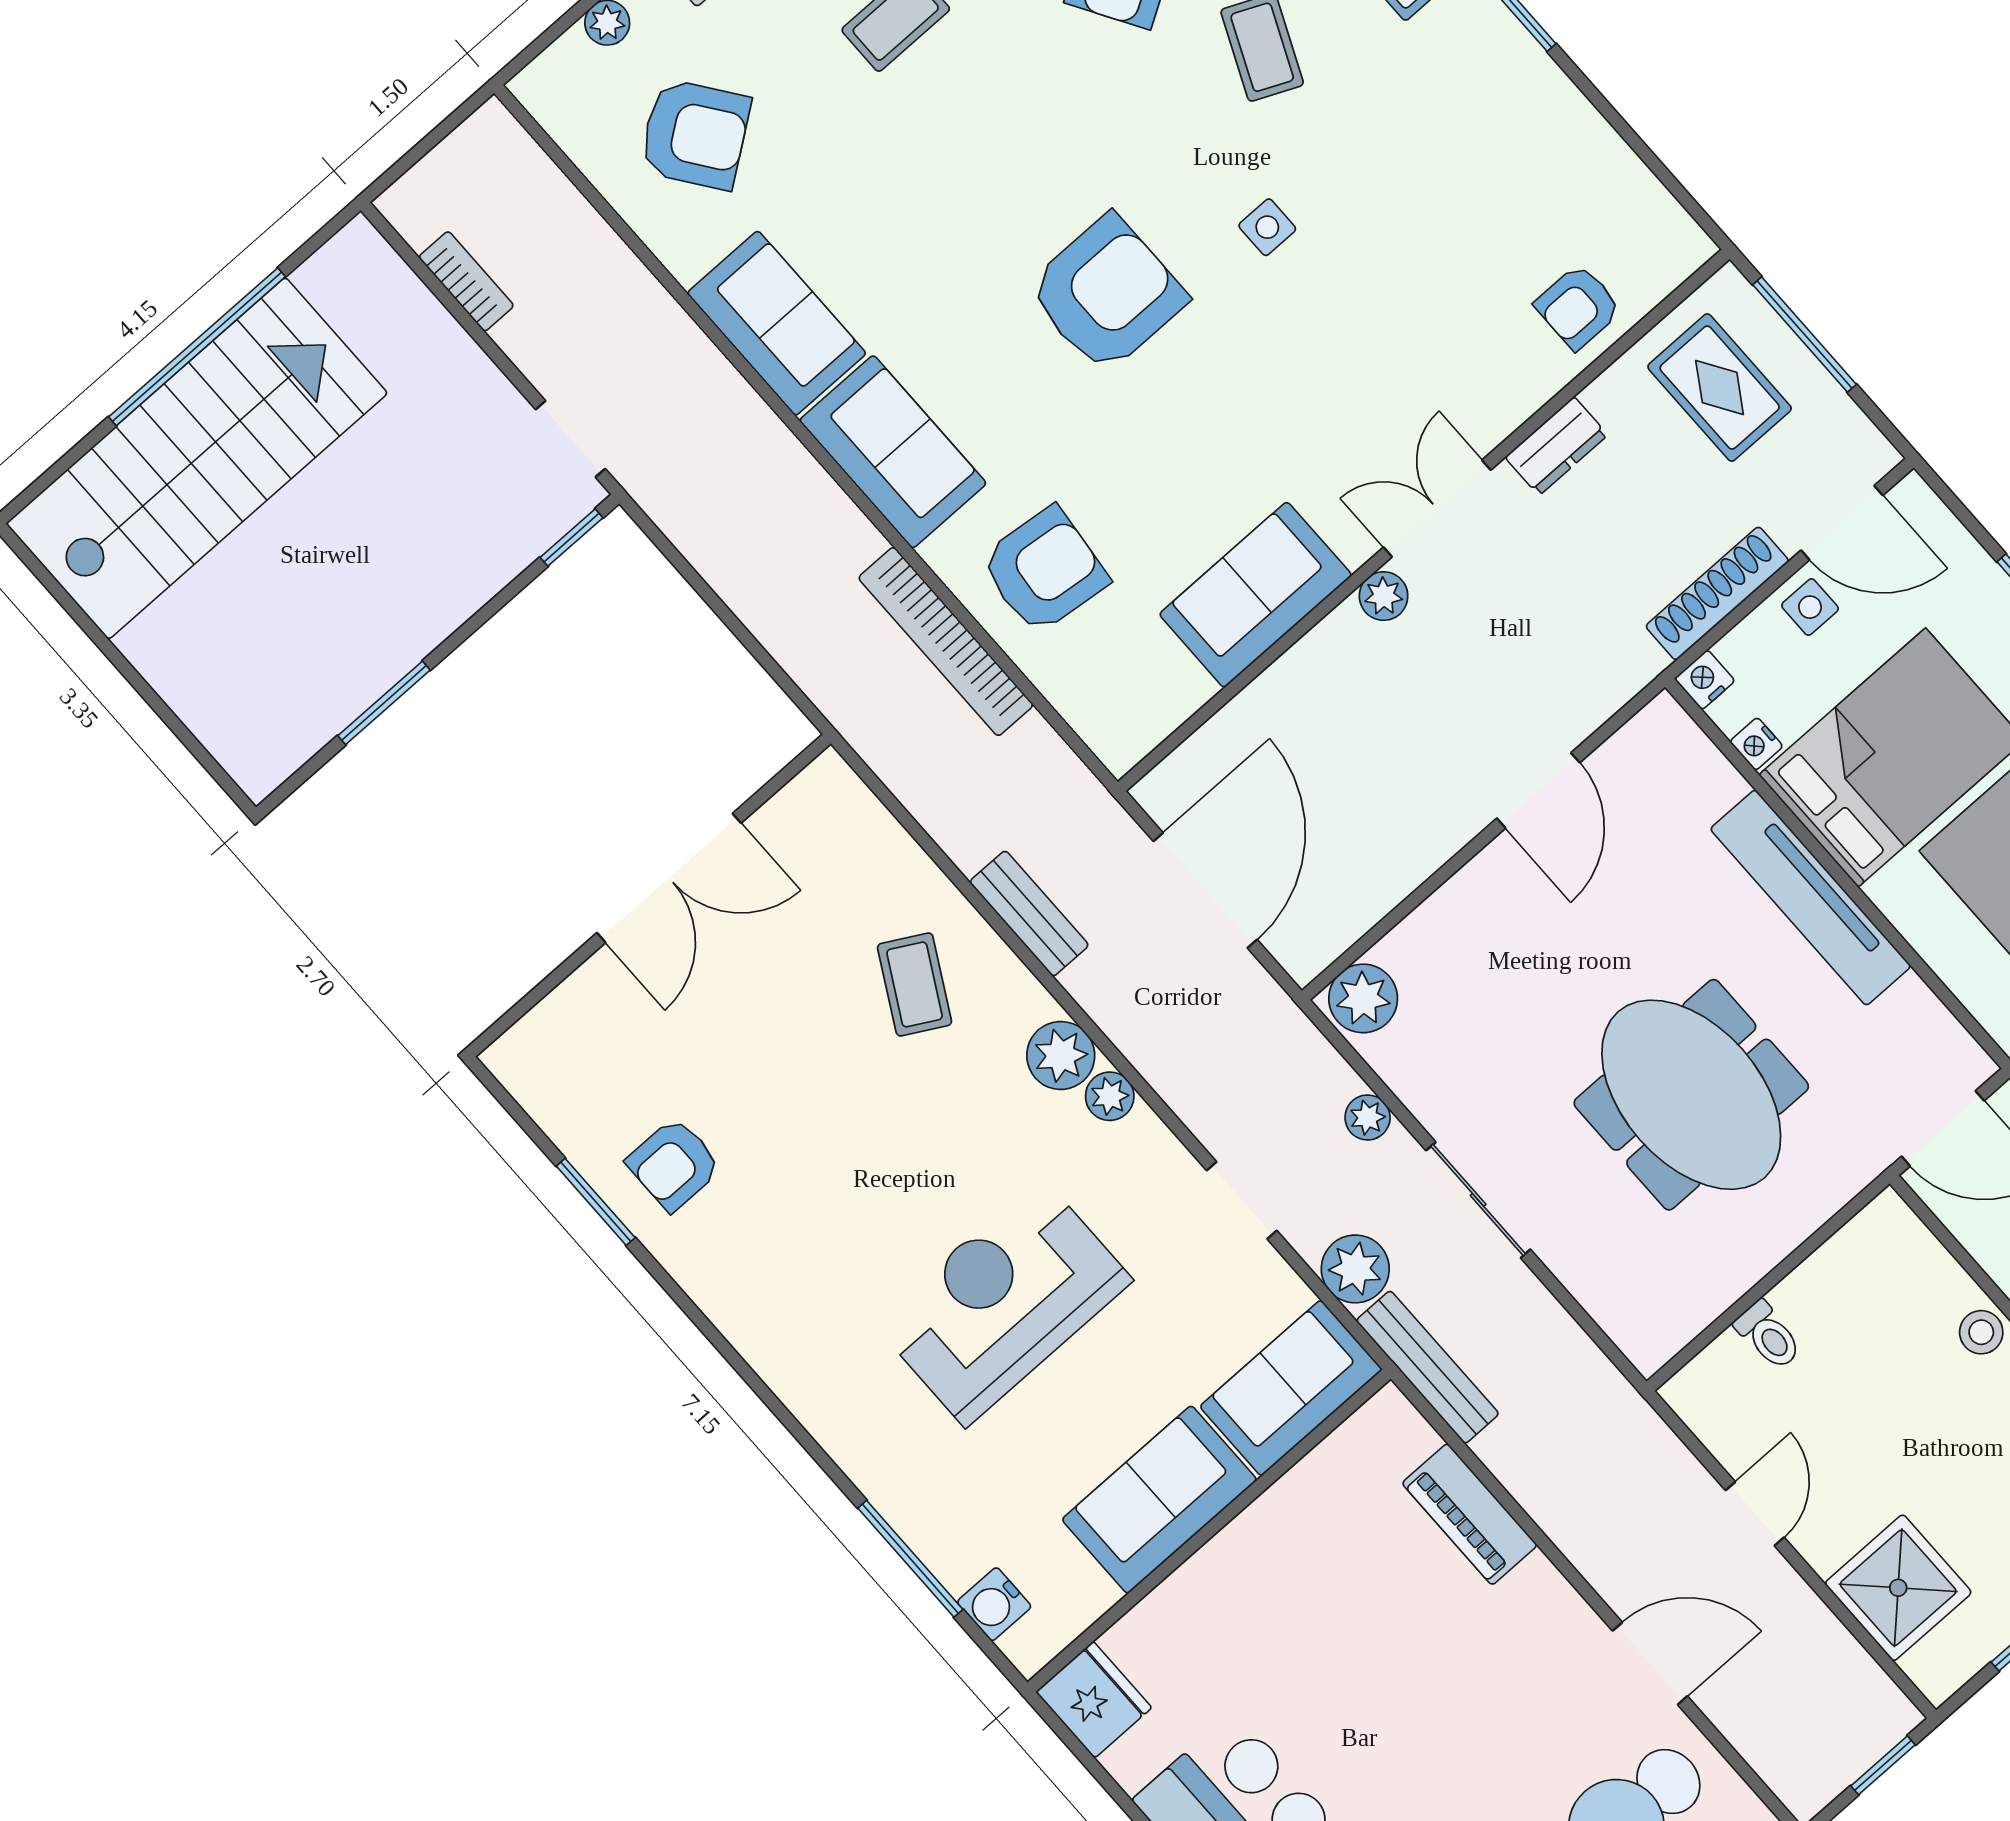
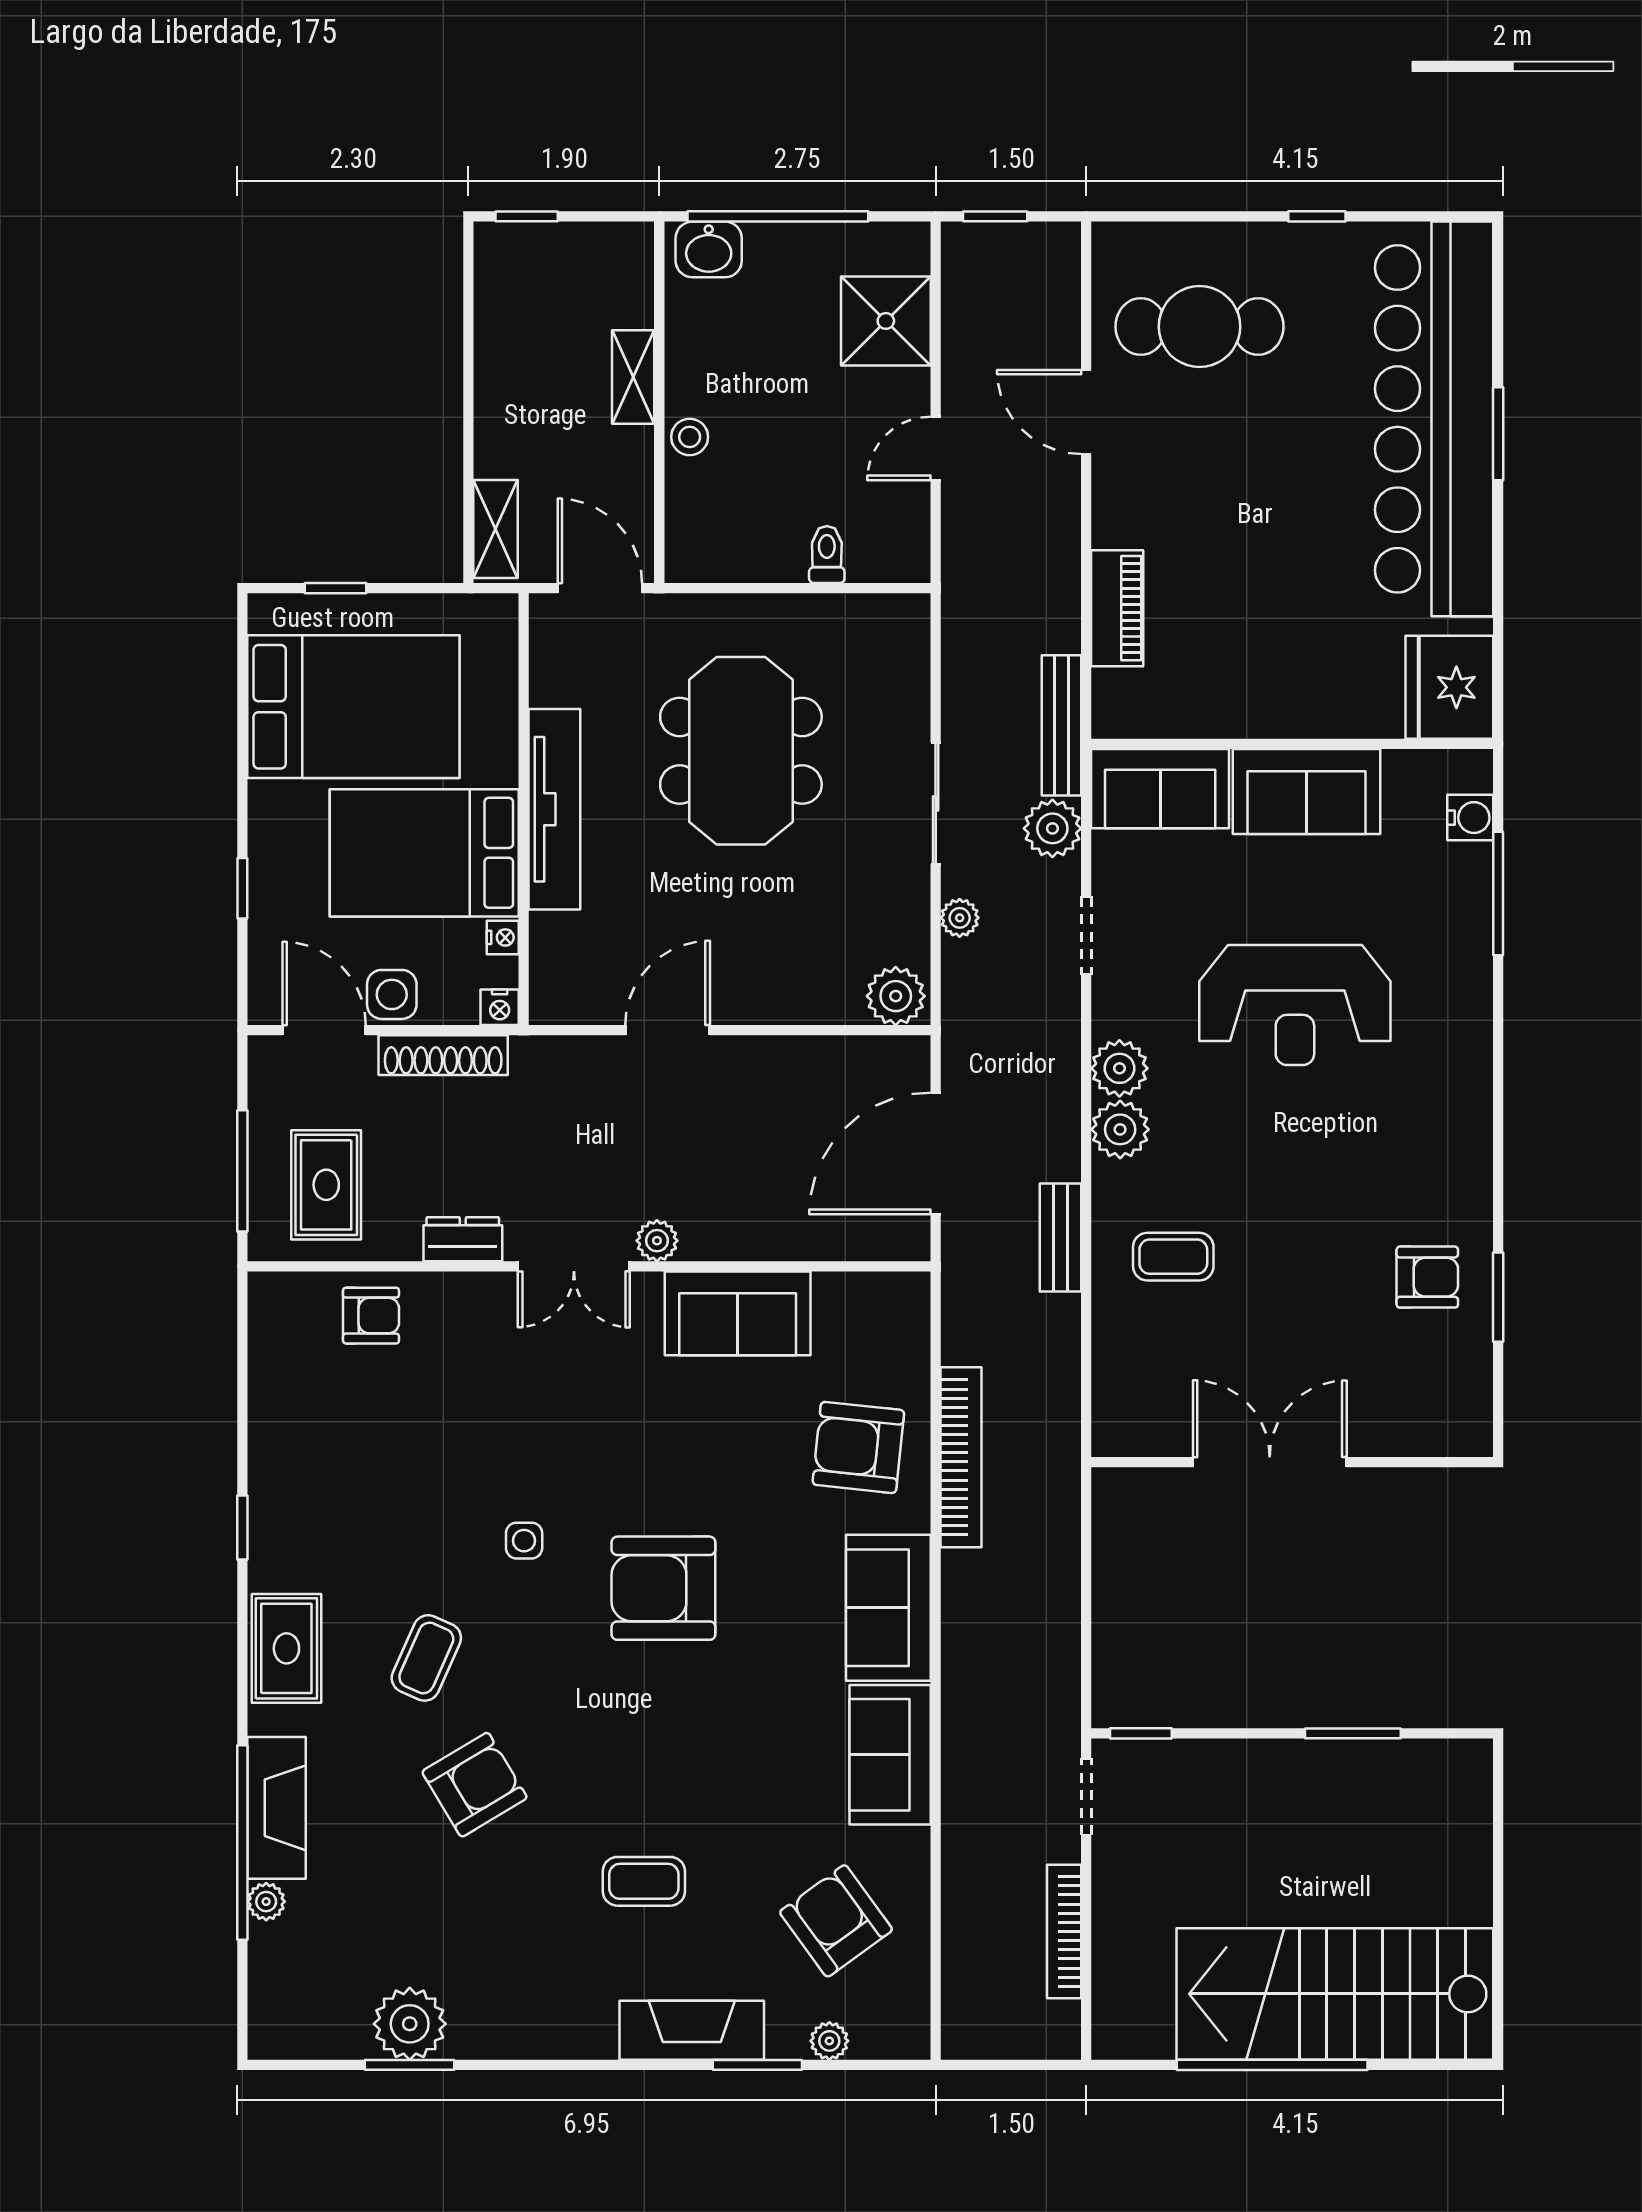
bookcase: (466, 281) -> (1064, 1931), width x1.56
side table: (1810, 607) -> (392, 994), width x1.37, depth x1.37
coffee table: (915, 984) -> (1173, 1257), turned 61
plant: (1110, 1096) -> (1119, 1068), width x1.38, depth x1.38
fridge: (1094, 1700) -> (1449, 687), width x1.36, depth x1.34

